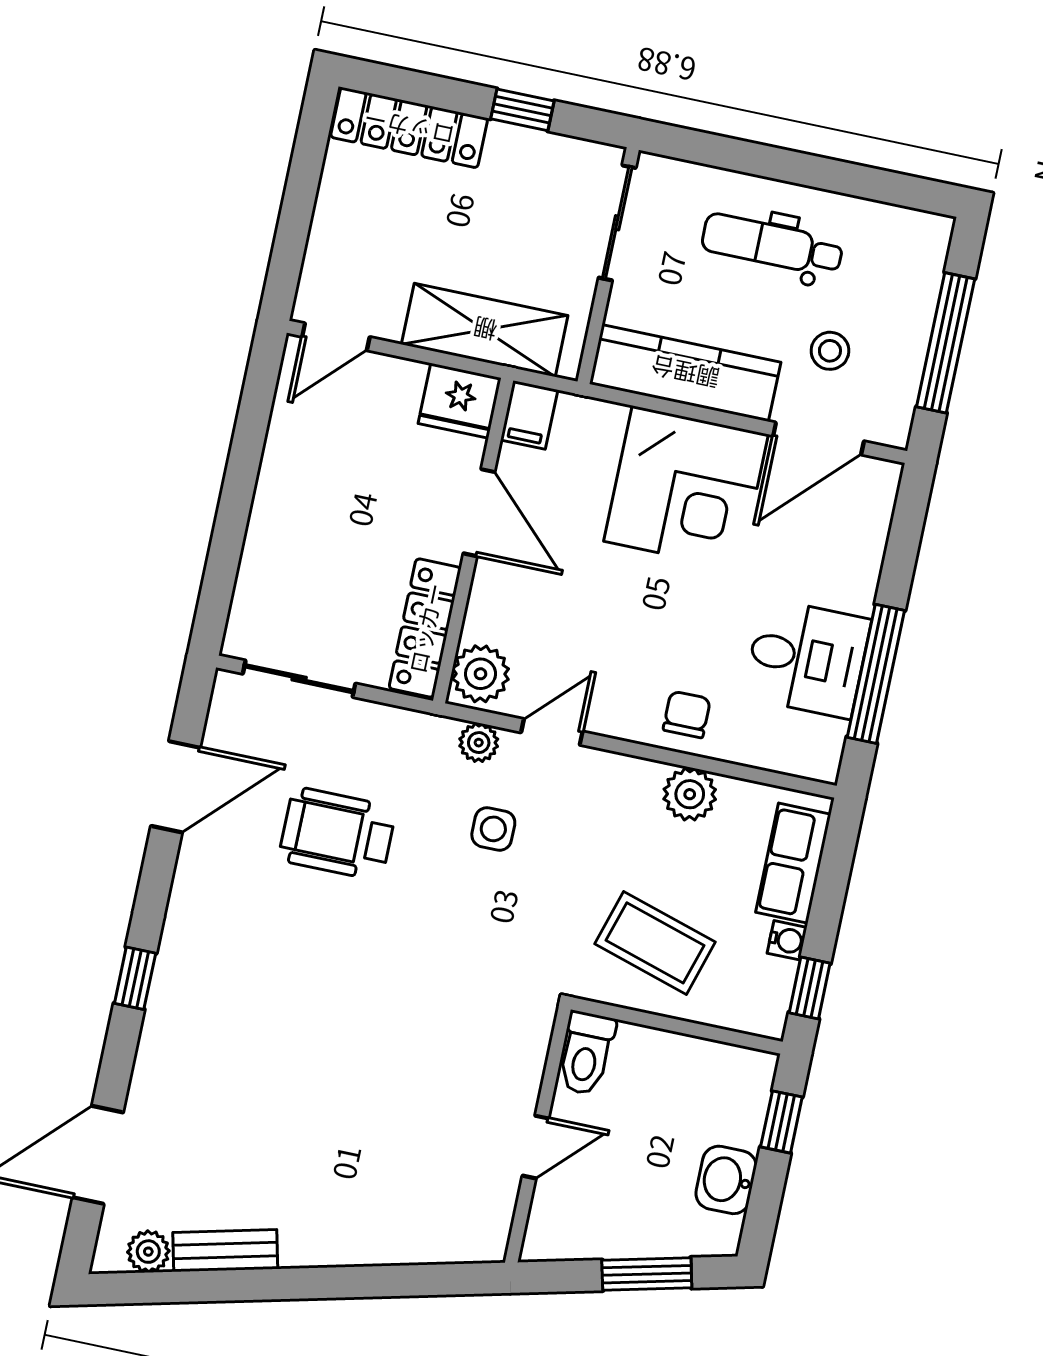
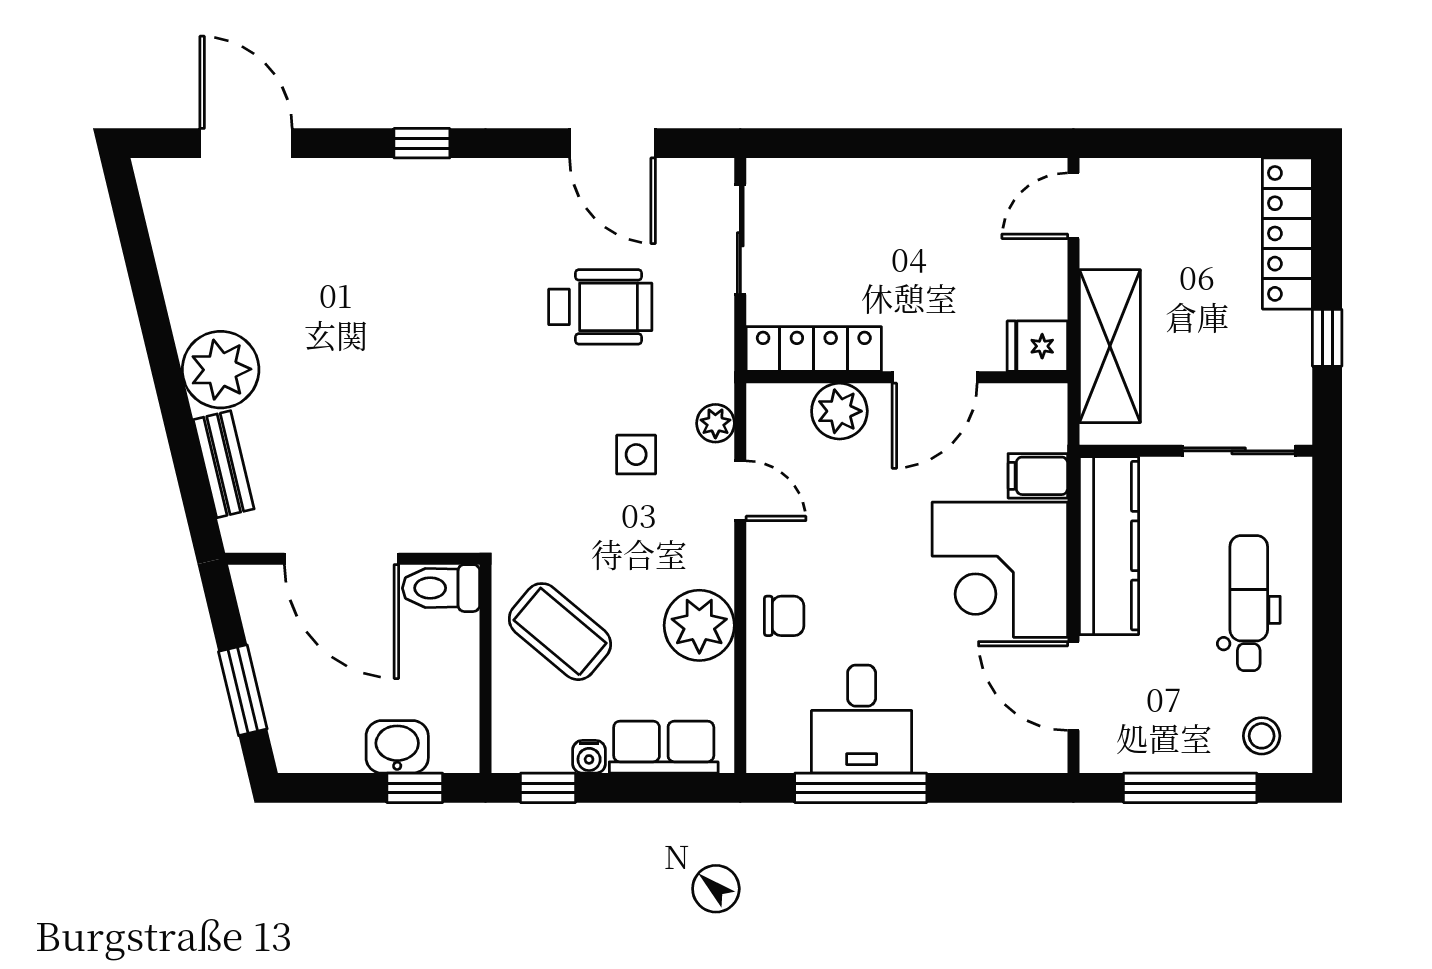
door: (336, 337) -> (1073, 206), hinge flipped
stool: (830, 351) -> (1262, 736), moved
fridge: (460, 401) -> (1037, 346), width x0.72
filing cabinet: (529, 415) -> (1038, 476), moved
plant: (480, 674) -> (839, 411), moved
plant: (690, 794) -> (699, 625), width x1.36, depth x1.36
wheelchair: (337, 834) -> (600, 307), turned 90
coffee table: (655, 943) -> (560, 632), turned -67
door: (536, 1147) -> (342, 559), width x1.87
washbasin: (726, 1180) -> (397, 747), moved
bench: (225, 1251) -> (224, 464), moved
plant: (148, 1252) -> (221, 370), moved, width x1.88, depth x1.88

